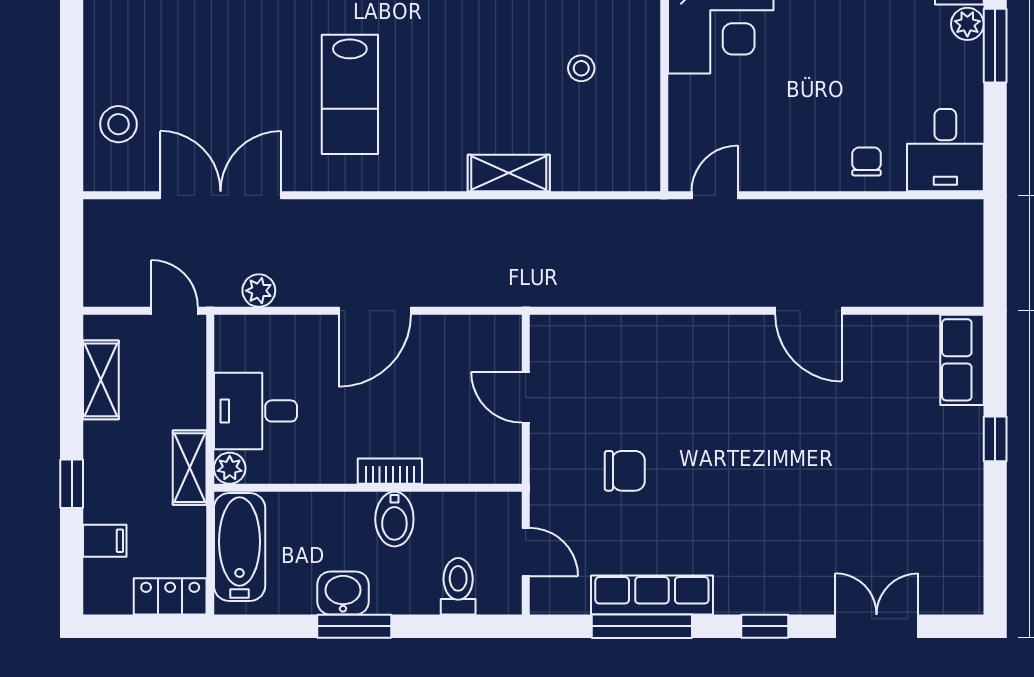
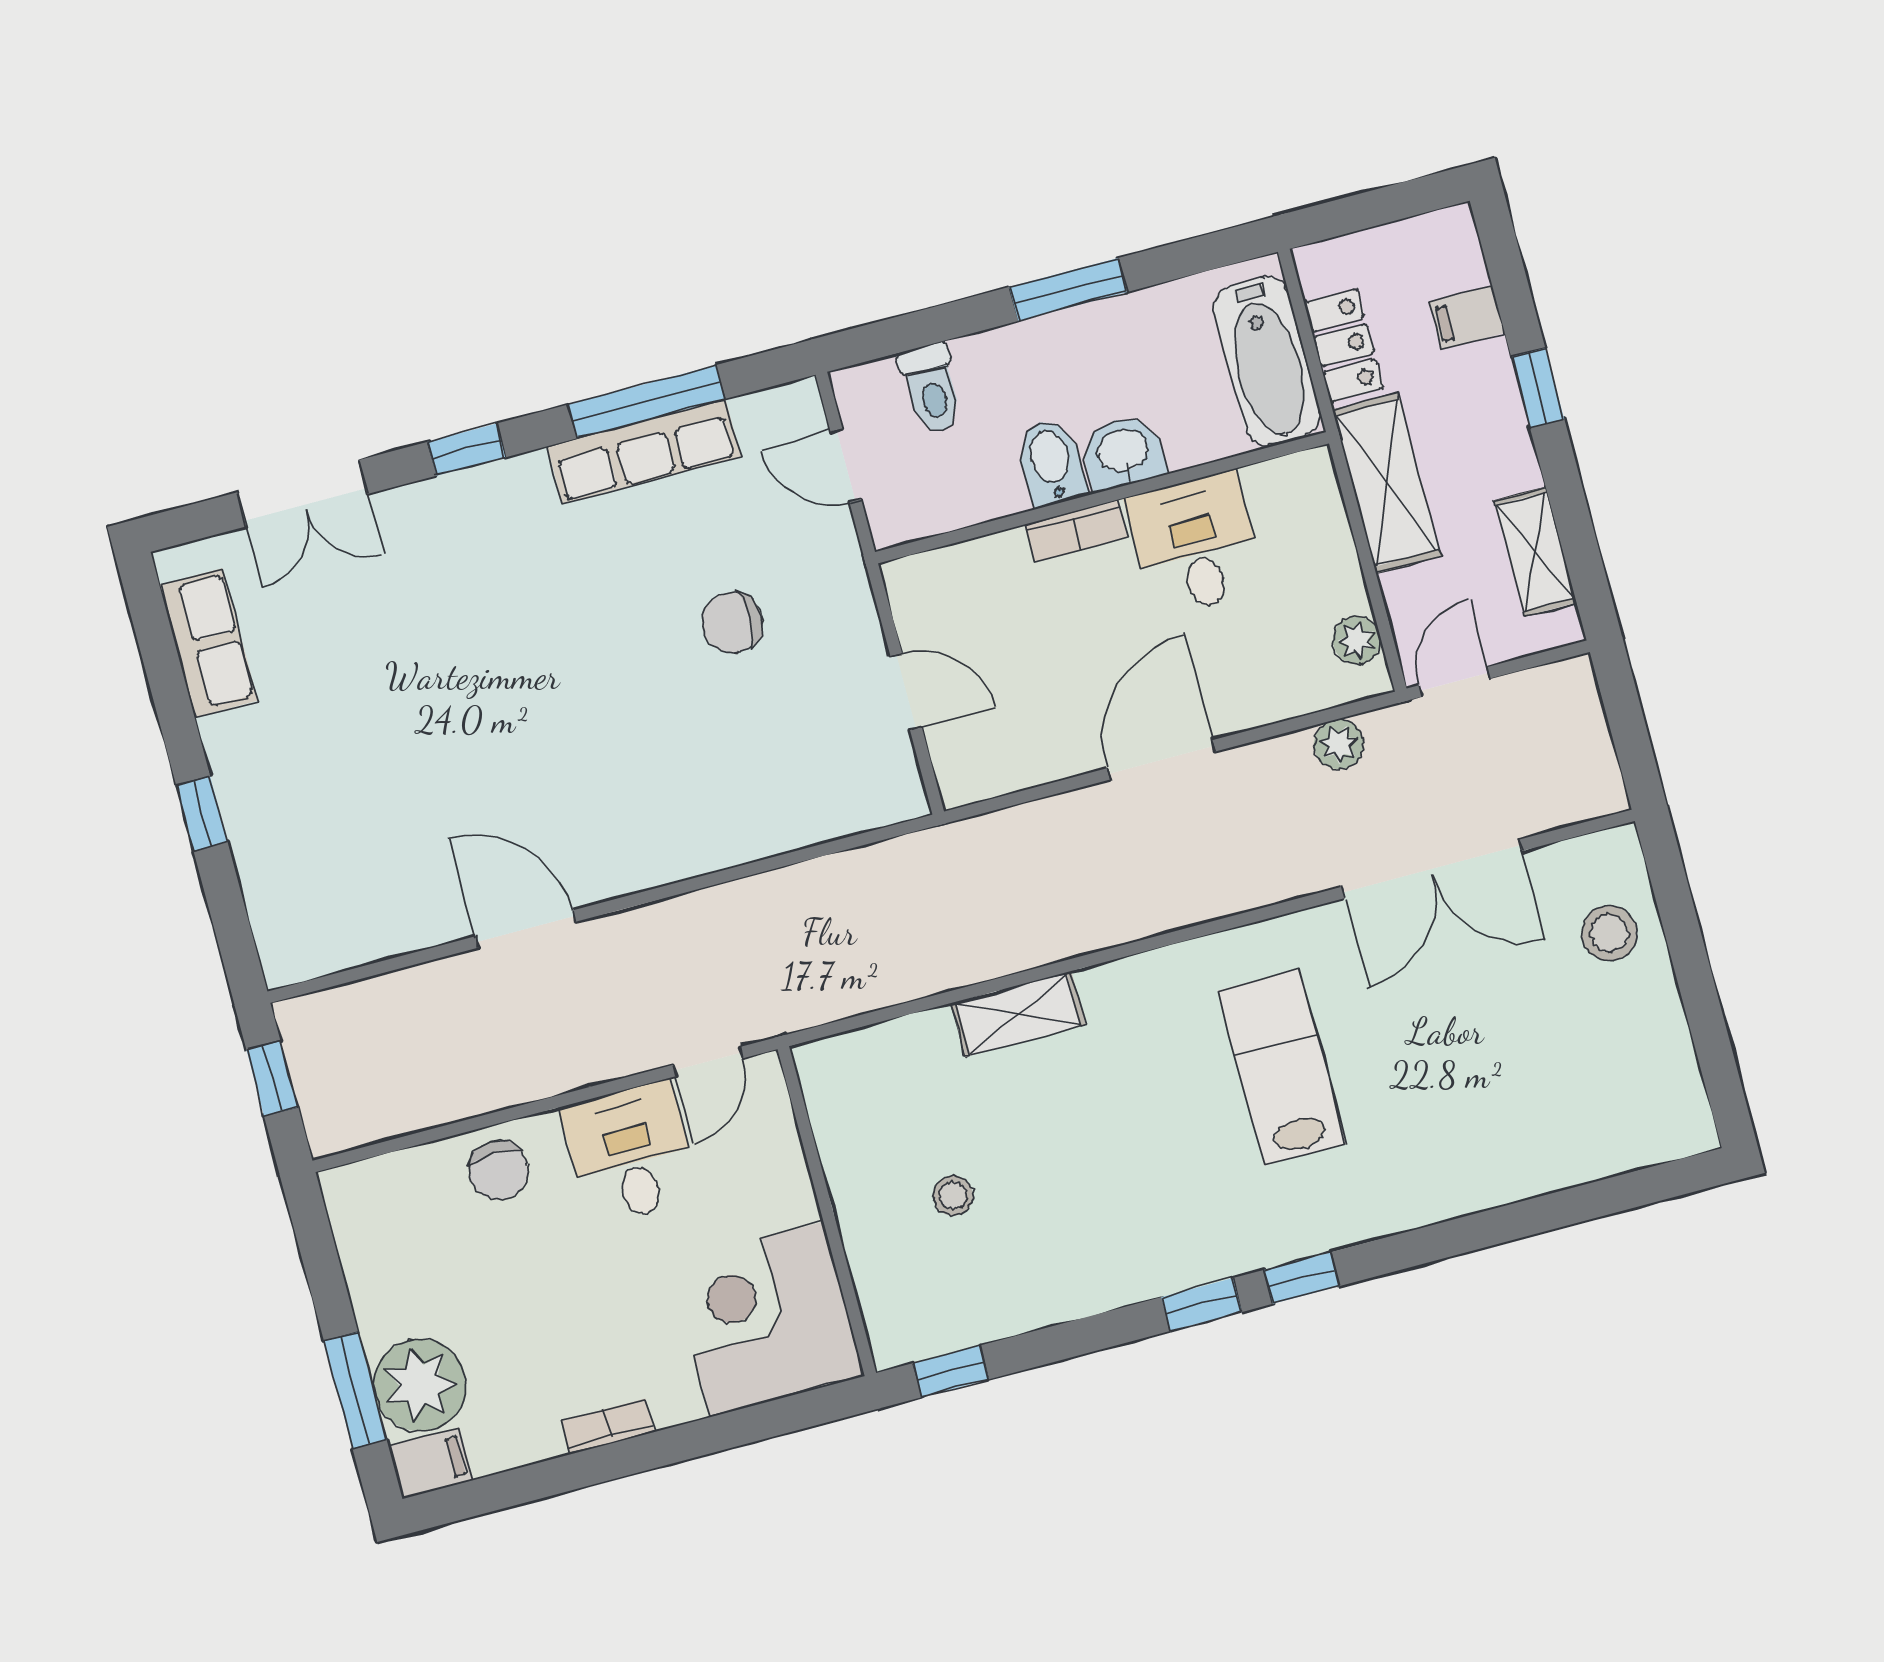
plant: (967, 24) -> (420, 1385), width x1.88, depth x1.88
desk: (945, 150) -> (630, 1153), moved
chair: (867, 161) -> (499, 1170), width x1.37, depth x1.37
window: (995, 258) -> (272, 1079), added
door: (175, 311) -> (1454, 682), swing flipped
row of seats: (962, 360) -> (208, 643), moved
desk: (255, 411) -> (1195, 544), moved, turned -90
shelving: (190, 468) -> (1387, 483), width x1.50, depth x1.33
plant: (230, 468) -> (1357, 640), moved
washbasin: (343, 593) -> (1123, 452), moved, turned 180
locker: (170, 596) -> (1344, 345), moved, turned -90

